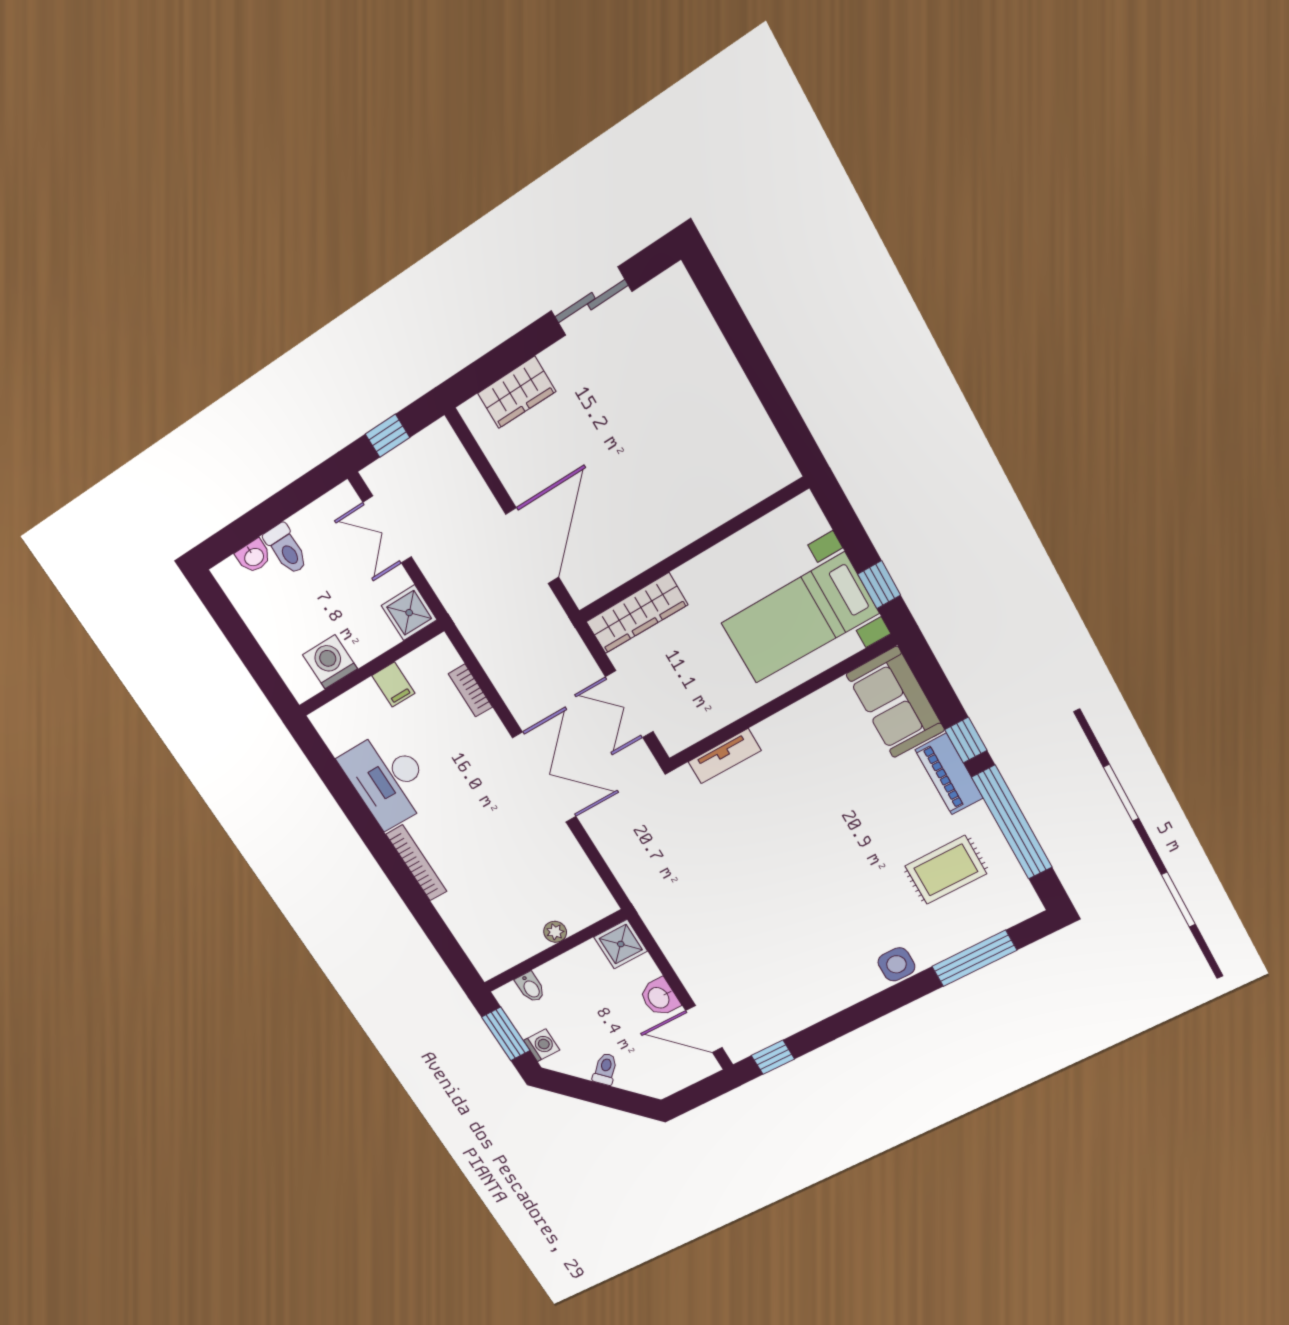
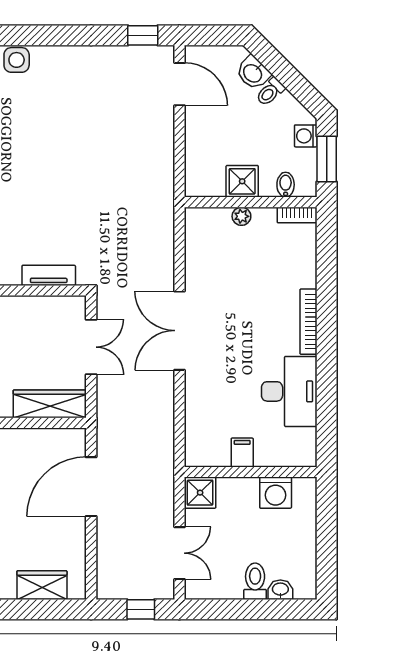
bookcase: (470, 690) -> (297, 215), moved, turned 90
shower: (621, 944) -> (242, 181), moved
washbasin: (659, 997) -> (253, 73), moved, turned 135

